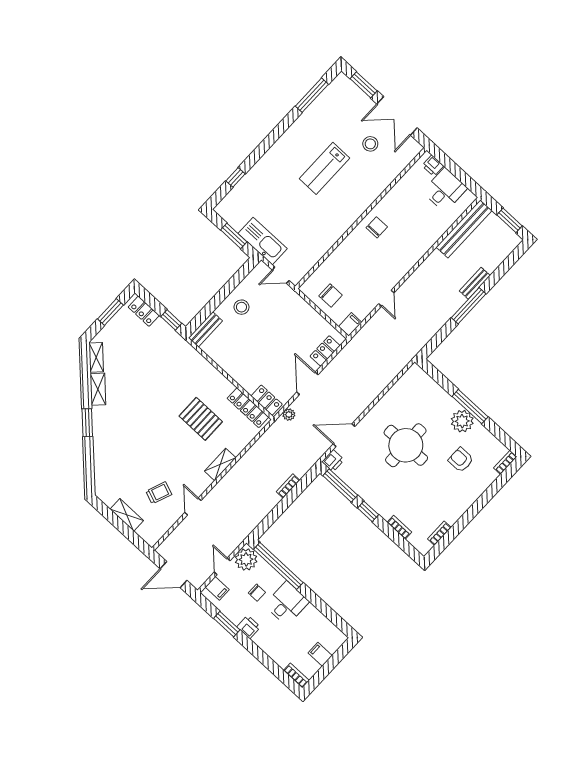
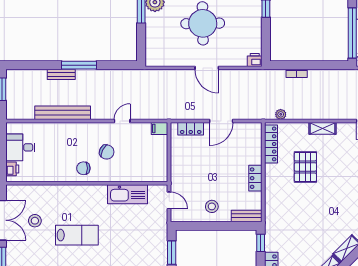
bench: (464, 229) -> (63, 113), moved
kitchen sink: (263, 241) -> (127, 194), moved, turned -90
chair: (331, 295) -> (107, 152), moved, turned 117
locker: (267, 400) -> (255, 178), moved
plant: (289, 415) -> (281, 114), moved
door: (344, 435) -> (207, 68), moved
window: (340, 485) -> (266, 41), removed

